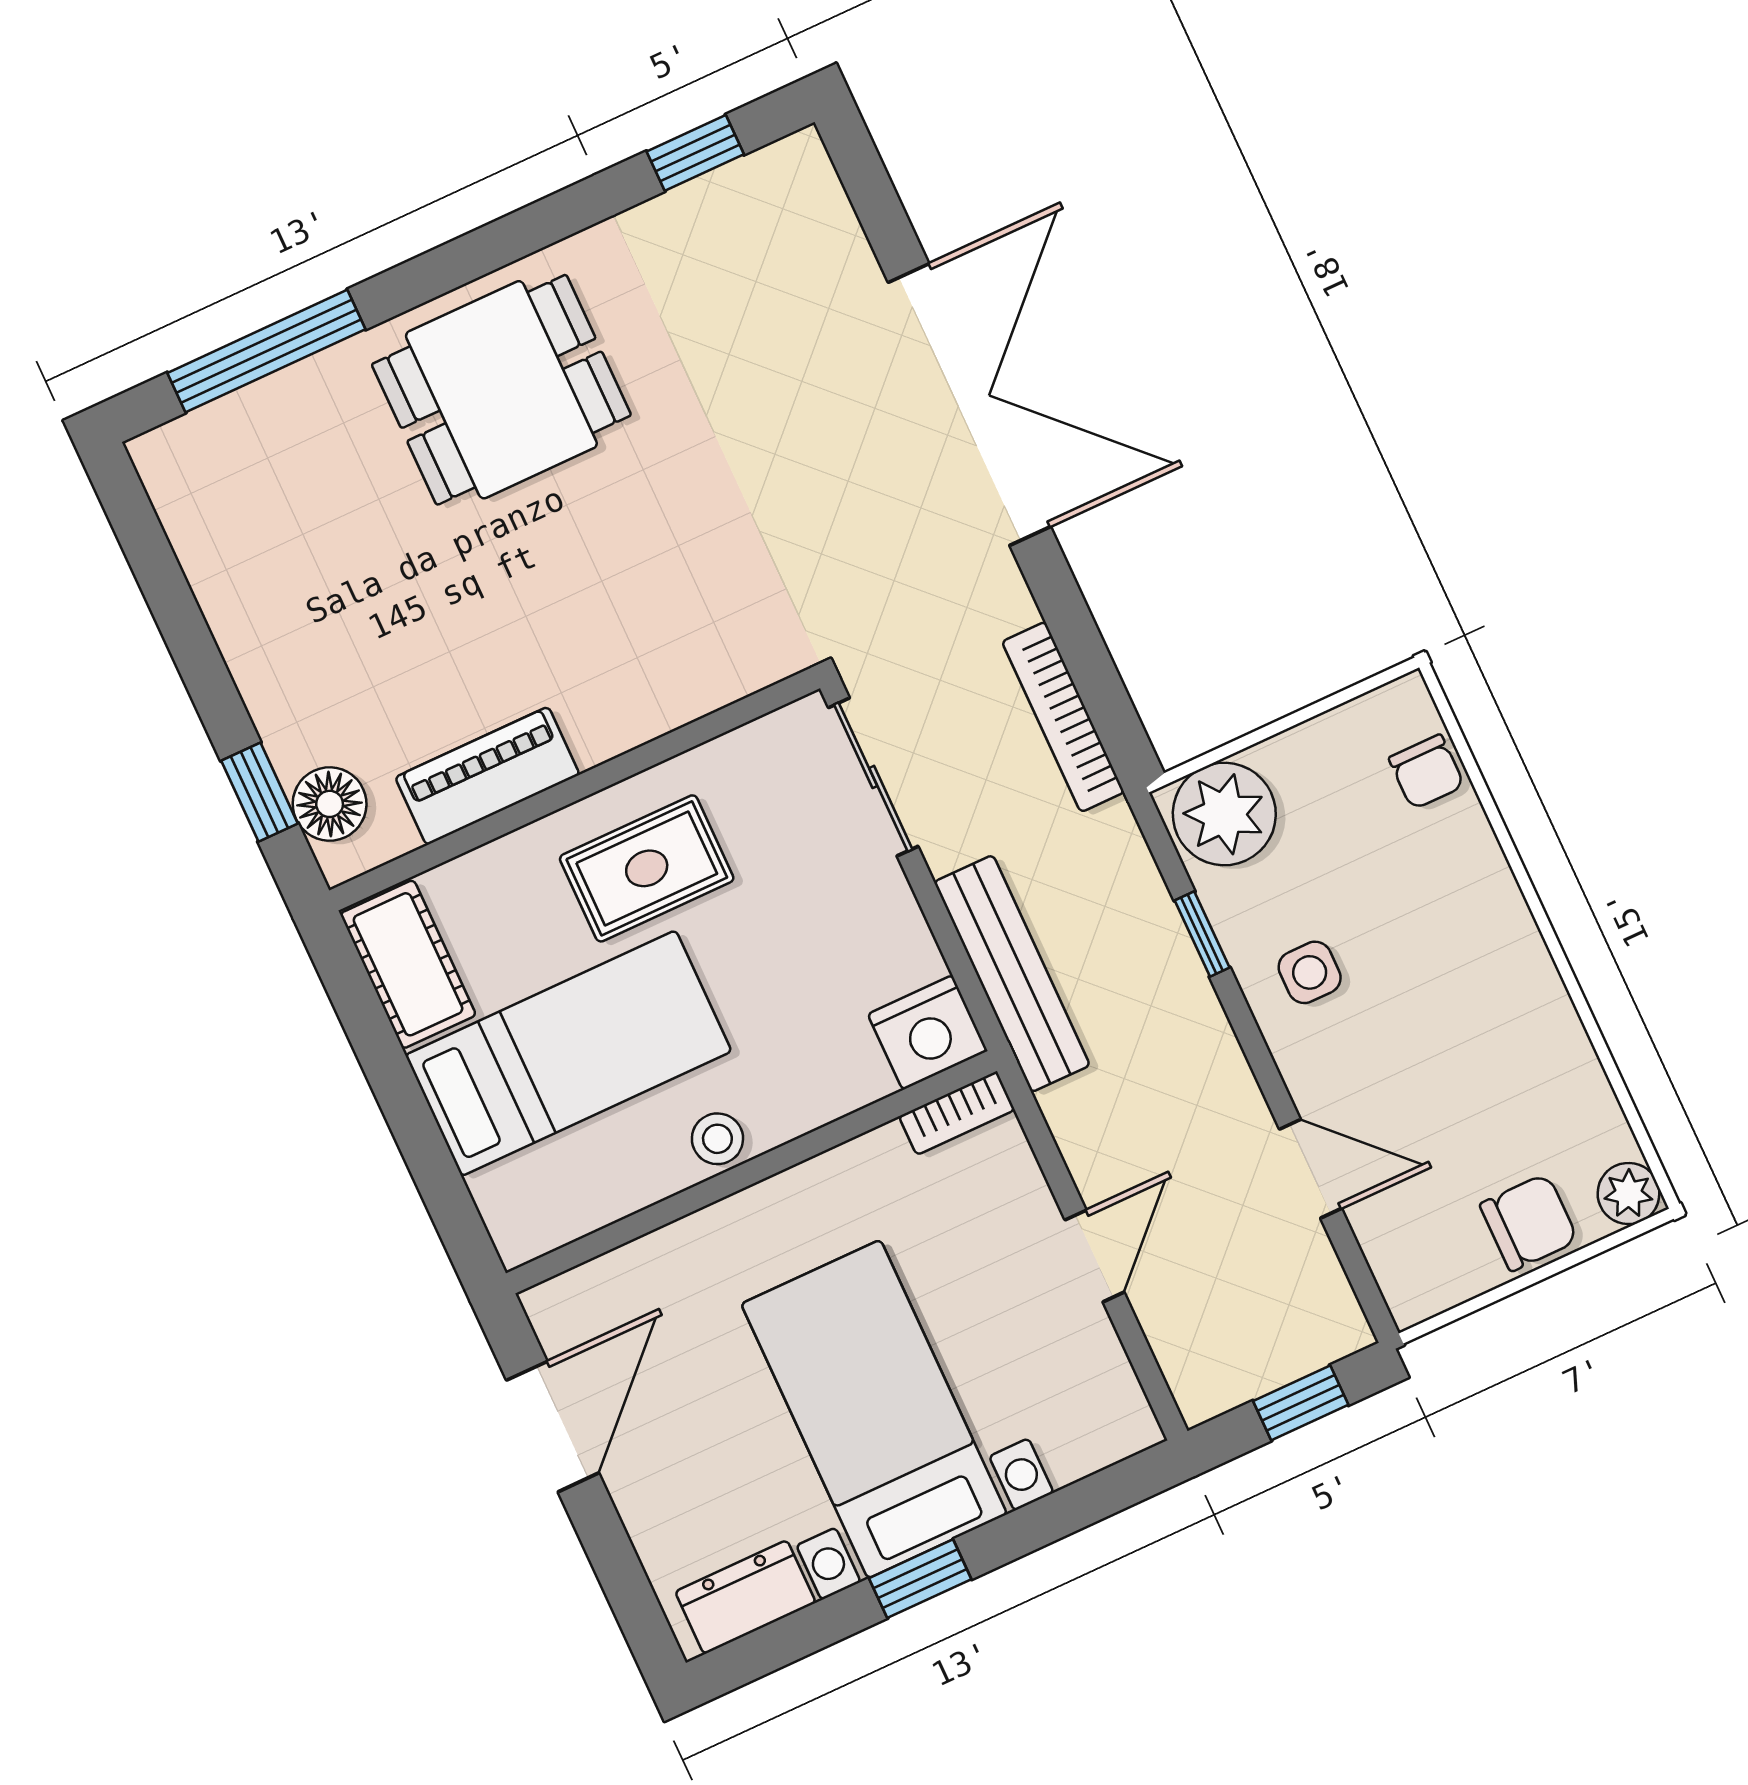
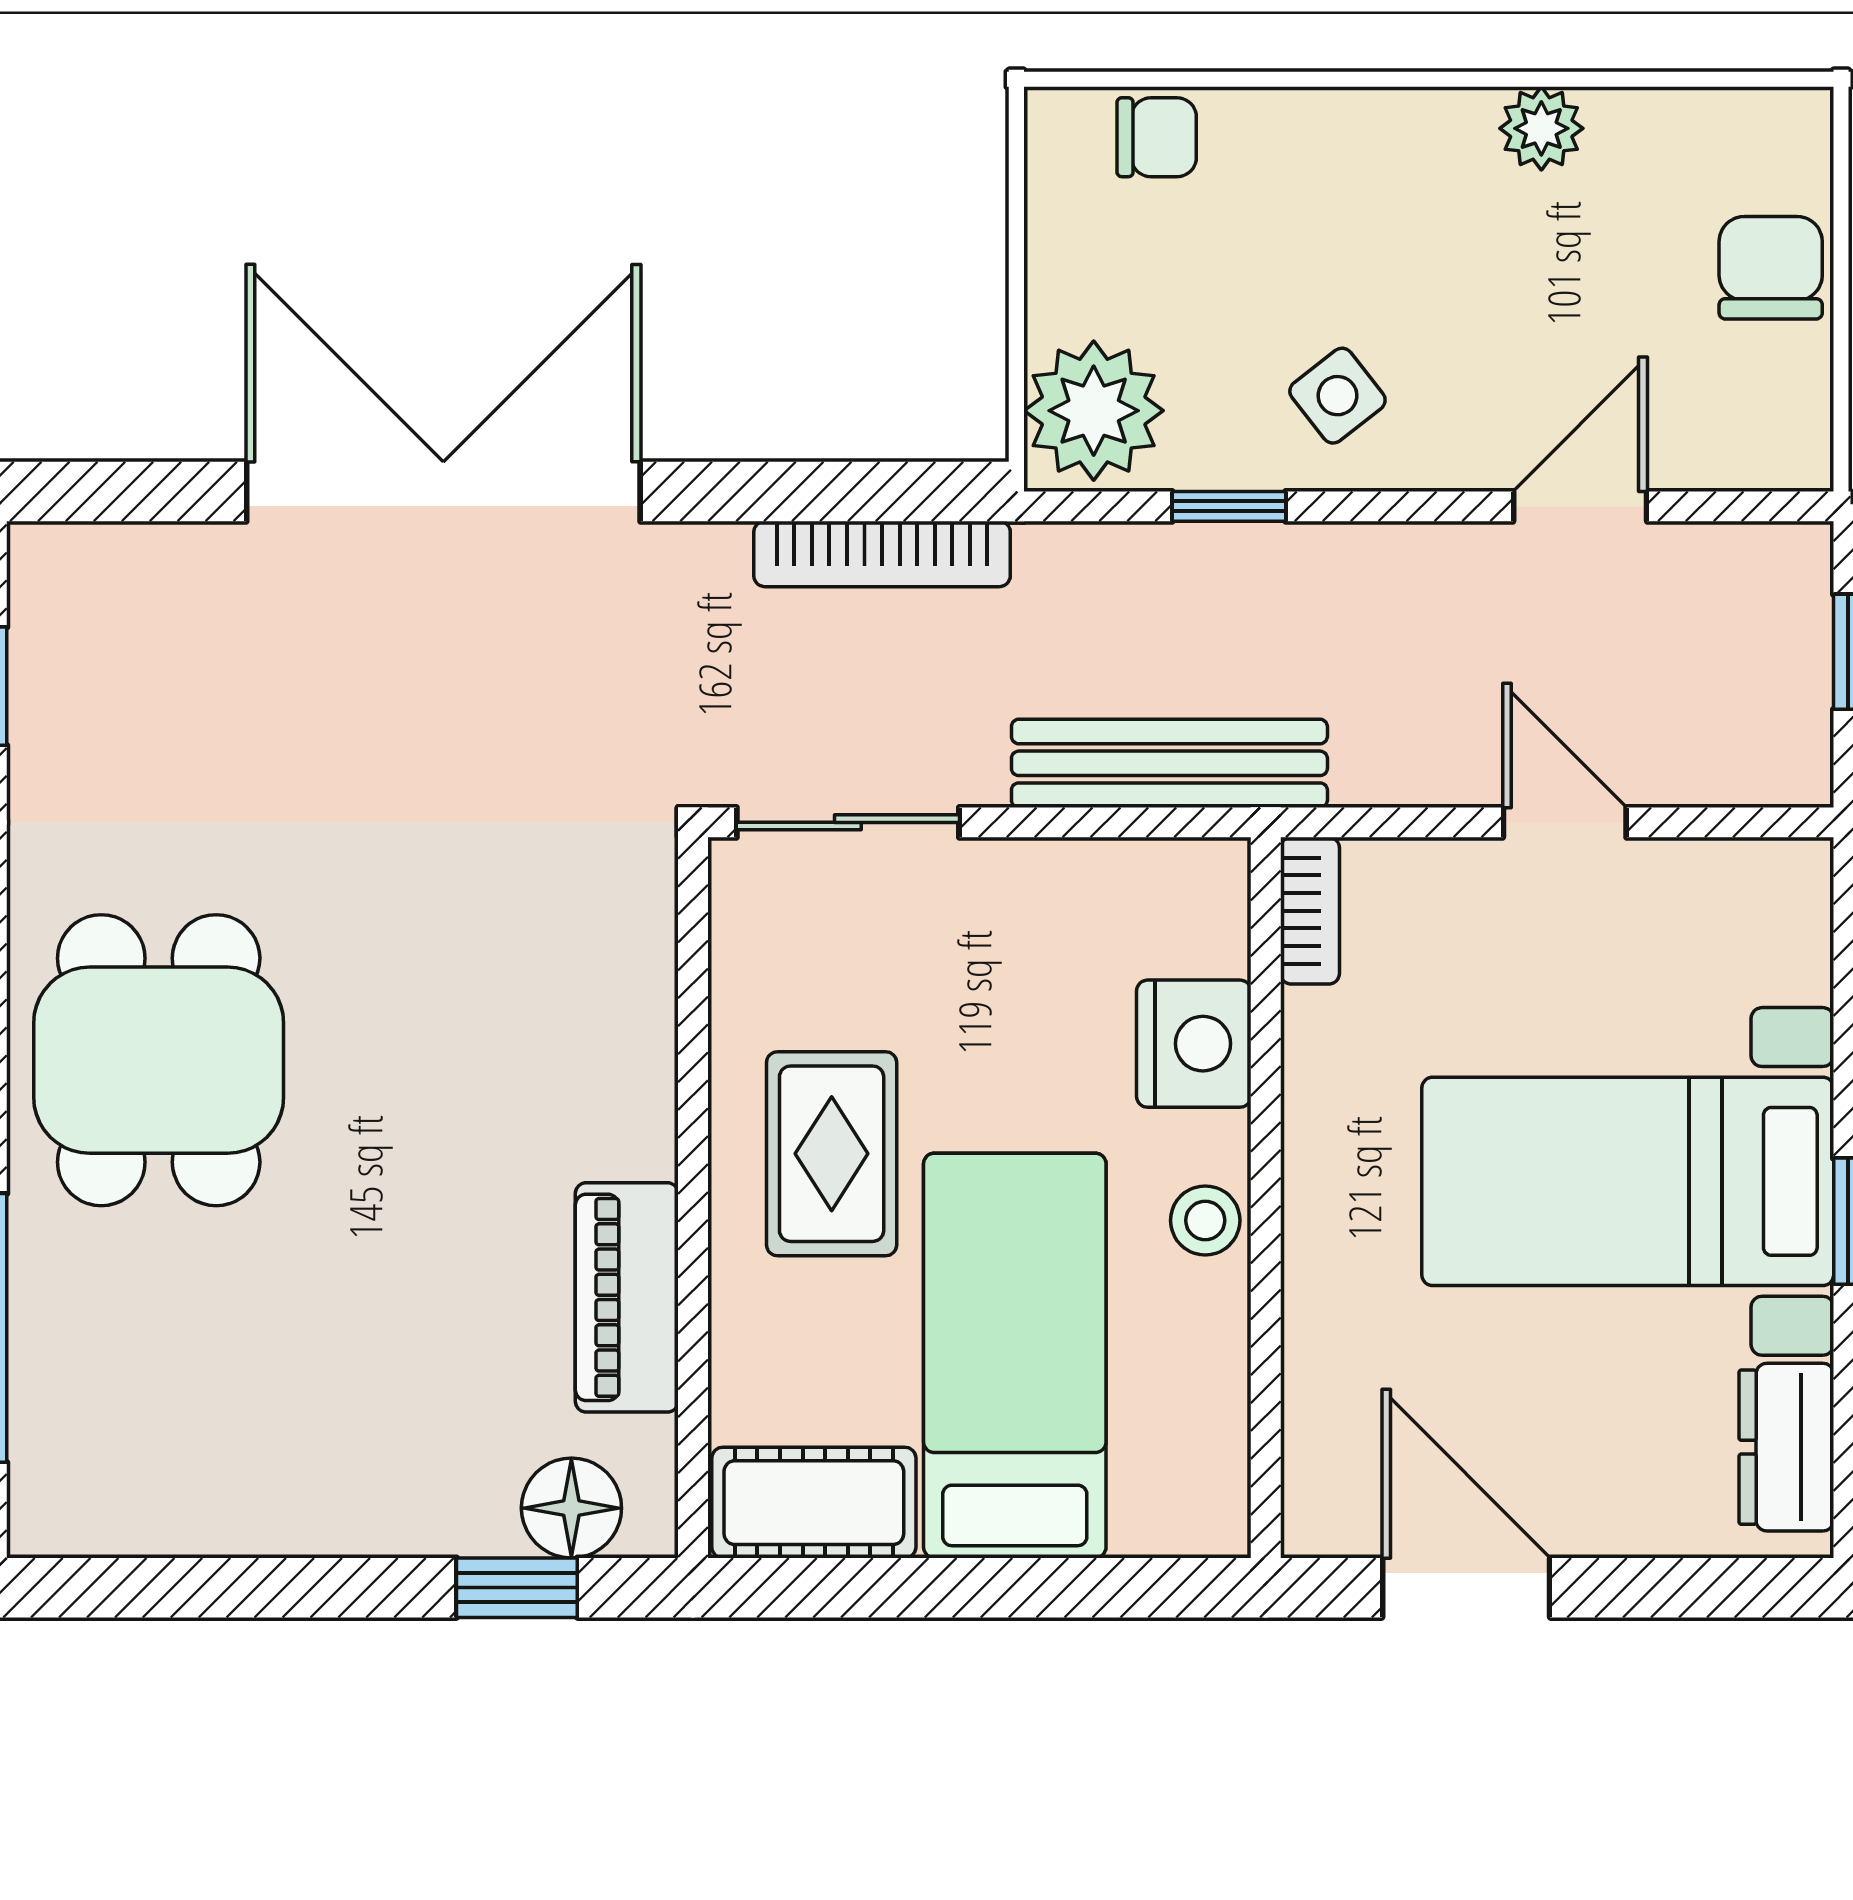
side table: (1310, 972) -> (1337, 396), turned -38
nightstand: (928, 1032) -> (1194, 1044), moved
plant: (1629, 1194) -> (1541, 128), moved

